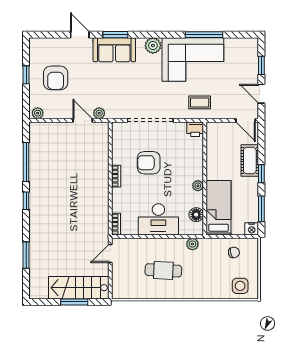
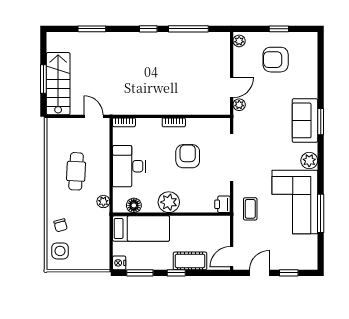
door: (80, 35) -> (321, 85), removed
plant: (198, 186) -> (169, 202), width x1.88, depth x1.88
chair: (234, 252) -> (61, 225), moved

